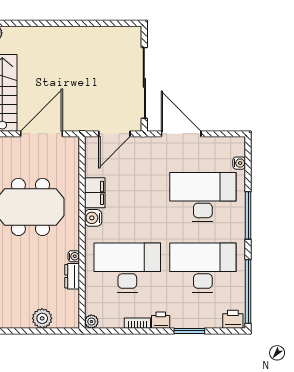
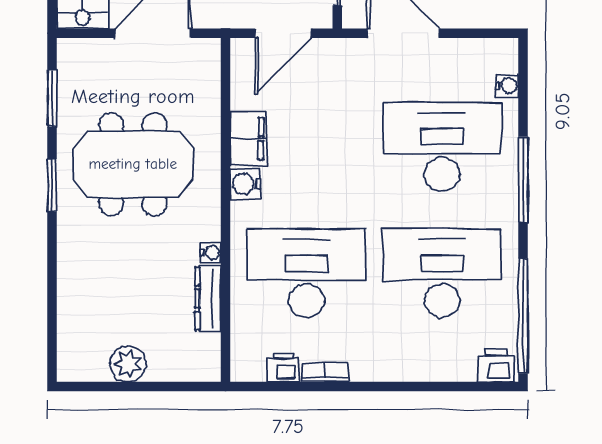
dresser: (72, 276) -> (208, 299), width x1.44
plant: (42, 318) -> (128, 364), moved
printer: (161, 320) -> (283, 367), moved
plant: (91, 322) -> (242, 370), removed
window: (189, 331) -> (418, 387), removed

